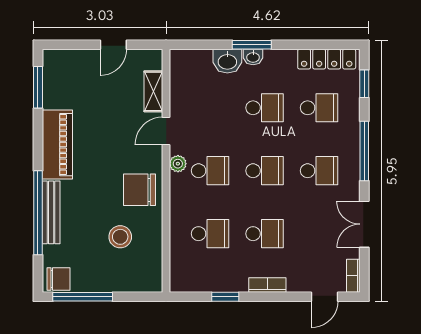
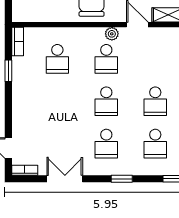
window: (364, 151) -> (122, 179), width x0.46
school desk: (265, 234) -> (57, 101), removed
bookcase: (267, 285) -> (18, 42), moved

